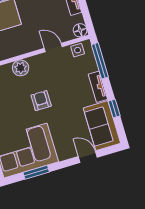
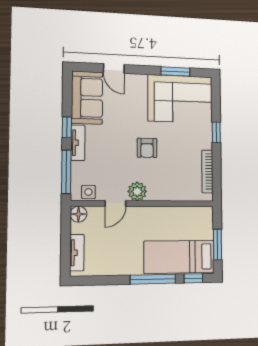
door: (53, 47) -> (115, 204), hinge flipped
plant: (21, 68) -> (137, 191), moved
window: (114, 108) -> (67, 127), moved

